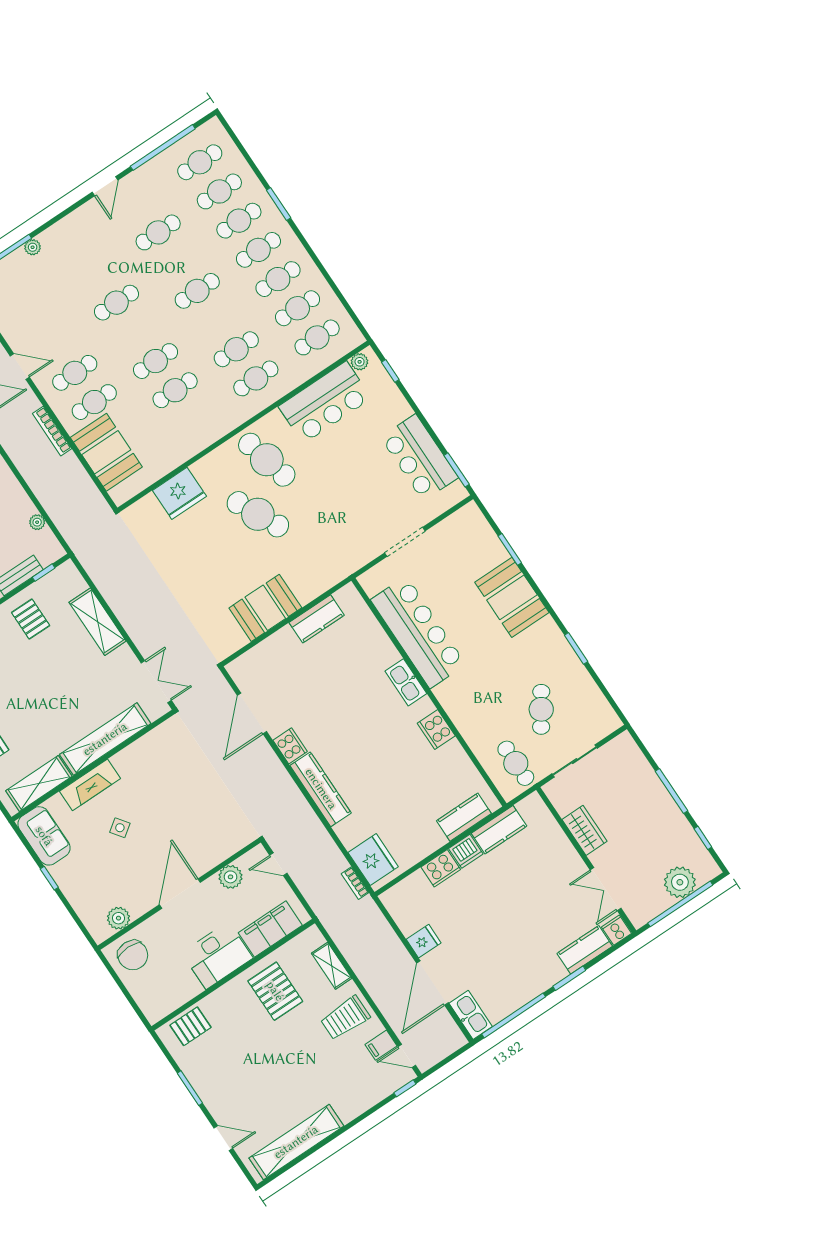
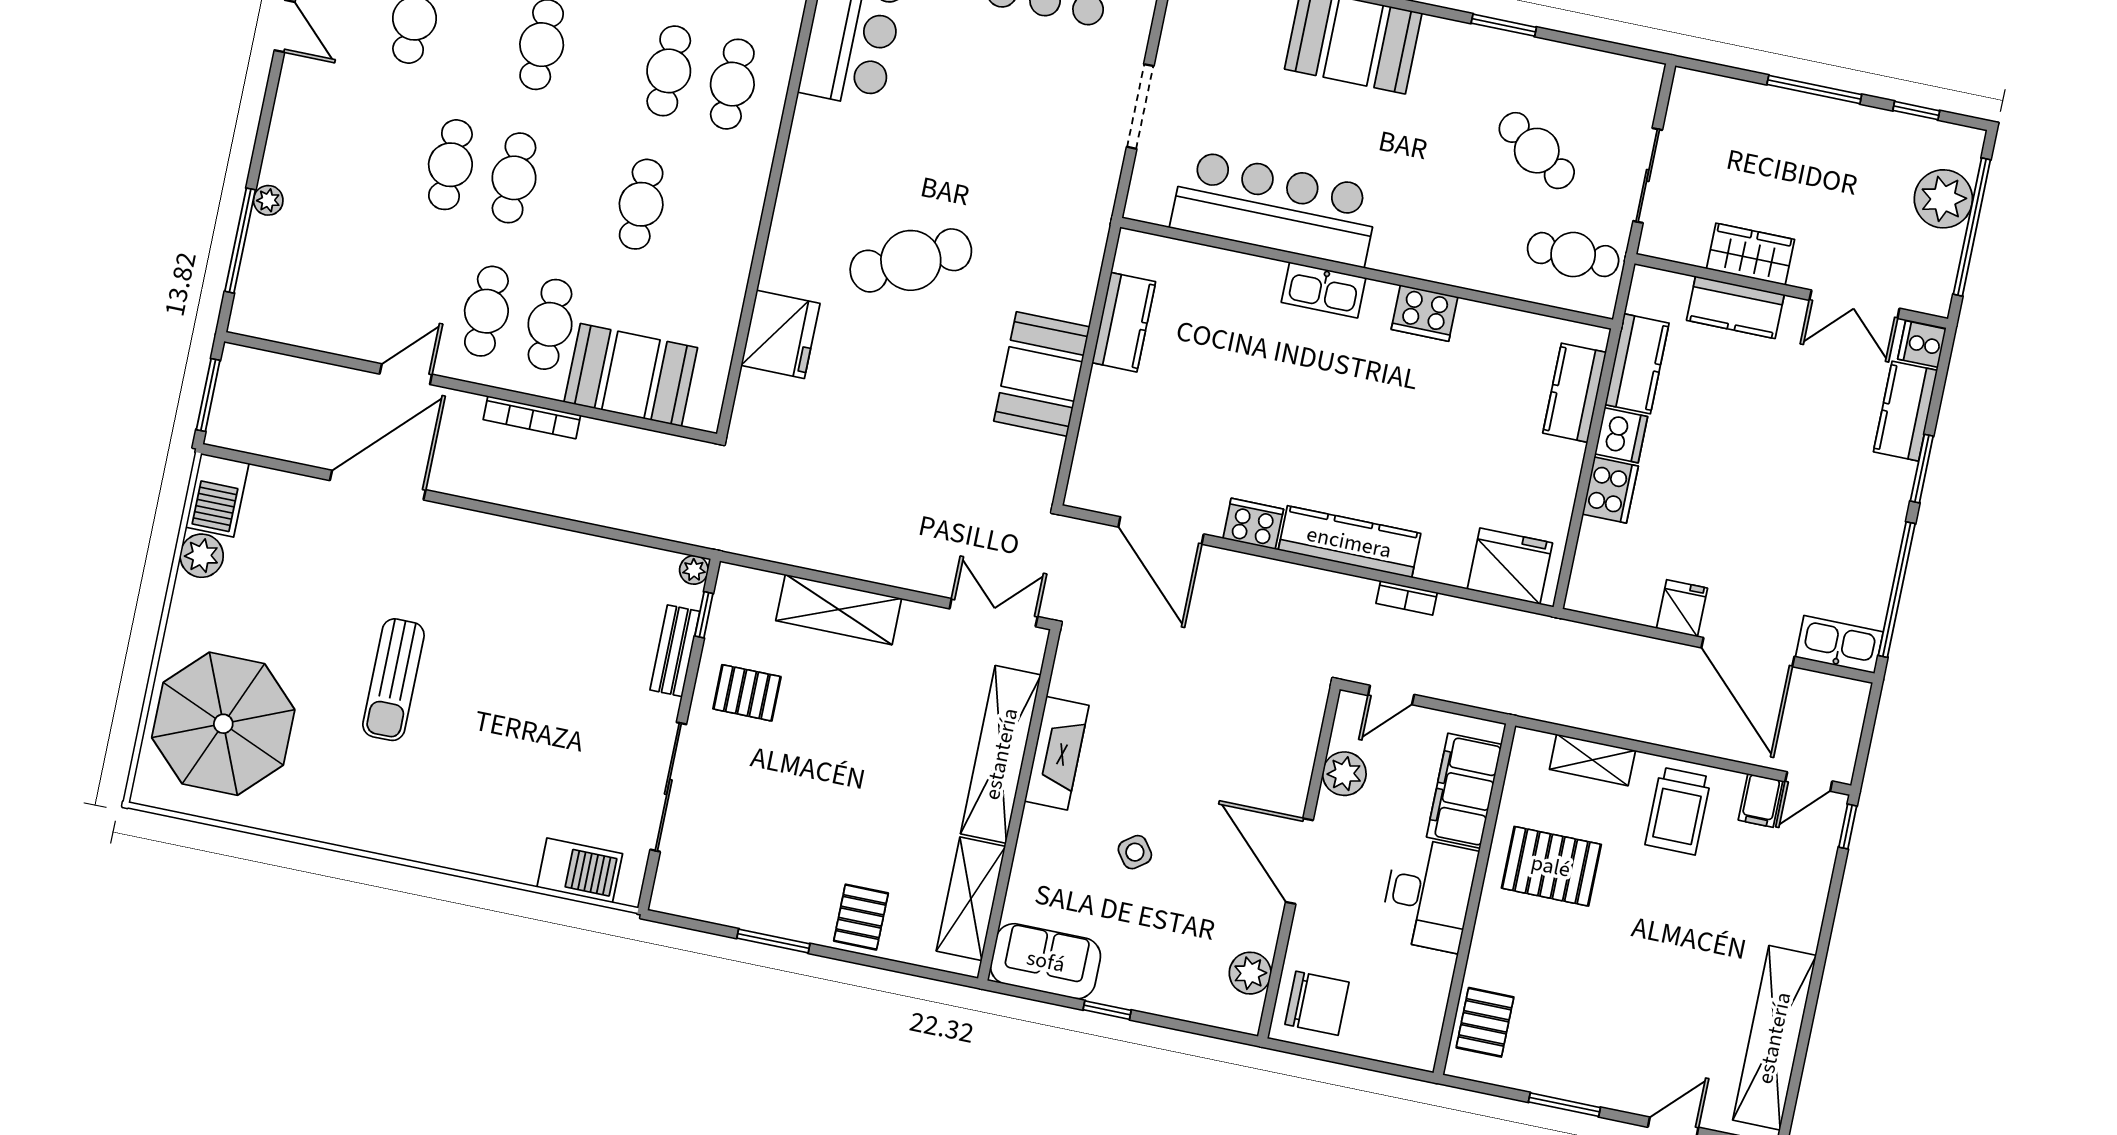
cafe table: (156, 361) -> (514, 178), moved
cafe table: (267, 460) -> (852, 177), removed
plant: (37, 522) -> (694, 570), moved
fireplace: (90, 785) -> (1057, 753), moved
kitchen counter: (558, 845) -> (1735, 307), added
bookcase: (355, 883) -> (1407, 598), moved

